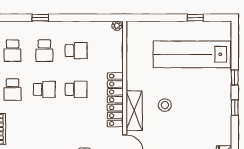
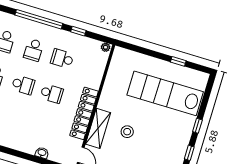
window: (40, 18) -> (39, 19), width x3.17
window: (84, 18) -> (78, 31), added
school desk: (76, 51) -> (62, 59), turned 180

